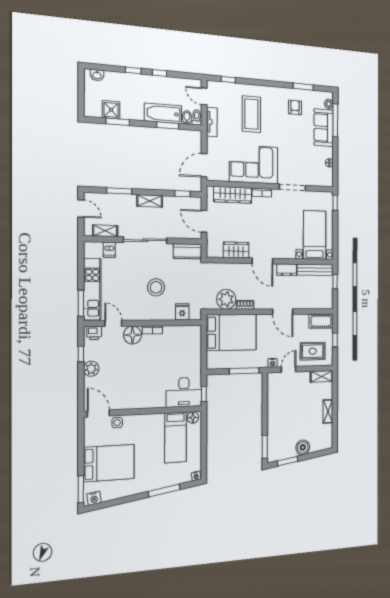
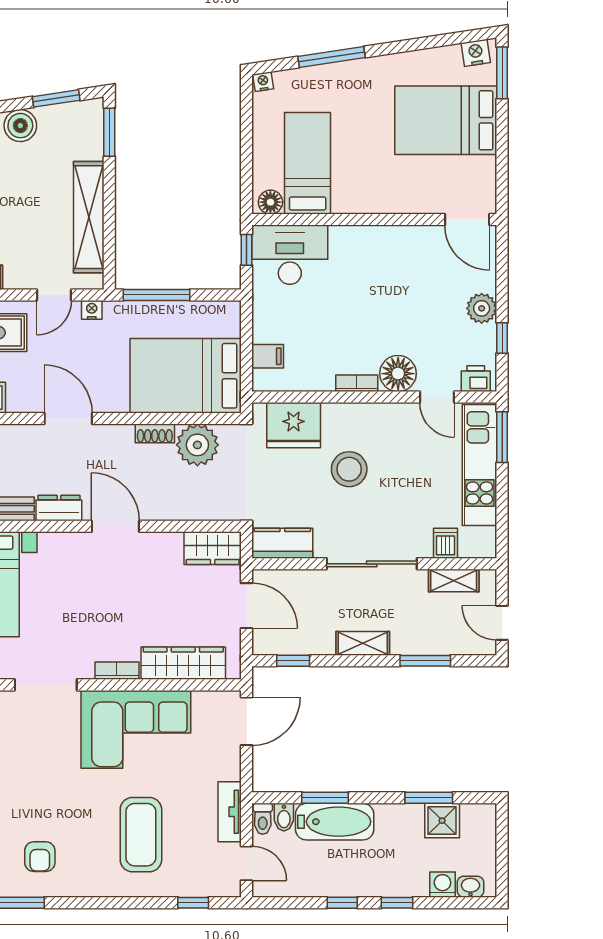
washing machine: (111, 77) -> (442, 885), added
wardrobe: (236, 250) -> (213, 548), moved
fridge: (182, 312) -> (294, 425), width x1.88, depth x1.34
filing cabinet: (194, 342) -> (268, 356), added
shelving: (274, 406) -> (89, 217), added
side table: (117, 423) -> (429, 200), removed

